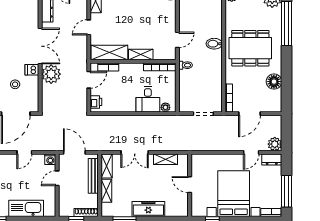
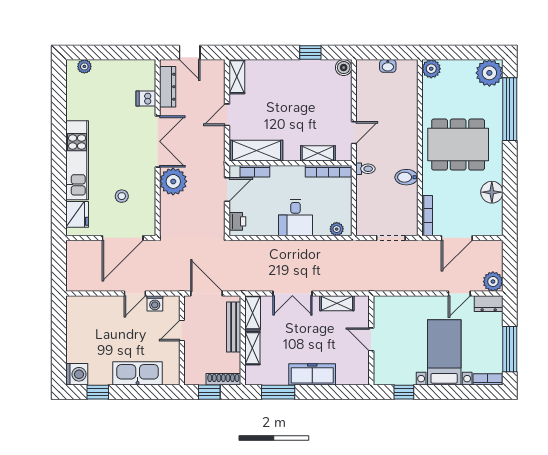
bidet: (214, 44) -> (406, 177), moved
shelving: (141, 54) -> (318, 153), moved
dishwasher: (32, 70) -> (146, 99), moved
desk: (148, 99) -> (296, 218), moved
washing machine: (50, 159) -> (155, 303), moved
bed with nightstands: (234, 194) -> (444, 352), width x0.73

